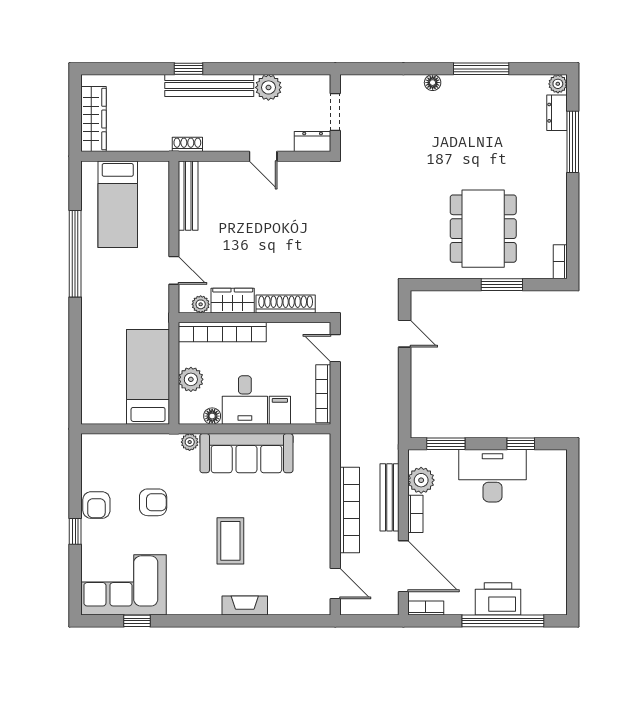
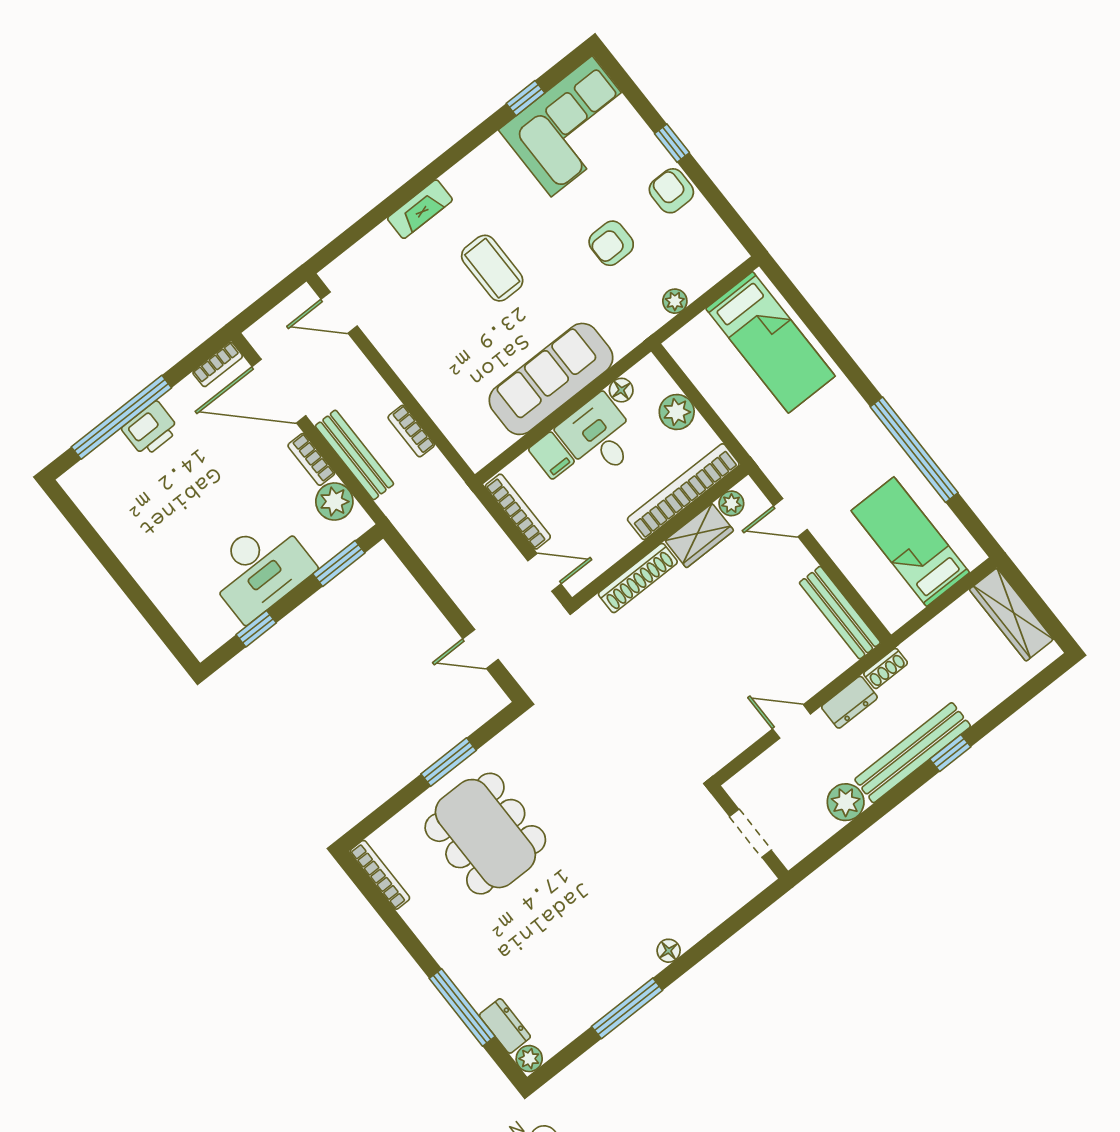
dresser: (313, 141) -> (849, 702), moved
bookcase: (560, 262) -> (380, 875), width x1.56
window: (502, 285) -> (449, 762), moved
bed: (148, 377) -> (770, 342), moved
plant: (190, 442) -> (675, 301), moved
bookcase: (350, 510) -> (411, 431), width x0.43, depth x0.76
printer: (498, 599) -> (150, 429), width x0.73, depth x0.84

